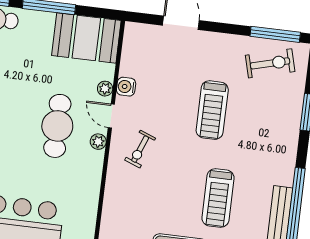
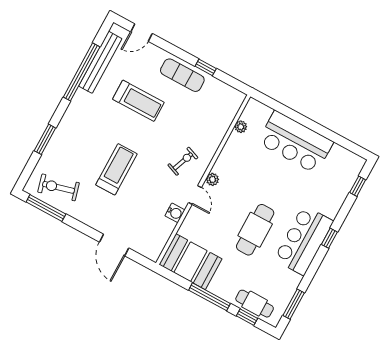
plant: (105, 89) -> (241, 127), moved
cafe table: (57, 126) -> (255, 230), moved
treadmill: (218, 198) -> (138, 101), turned 90

